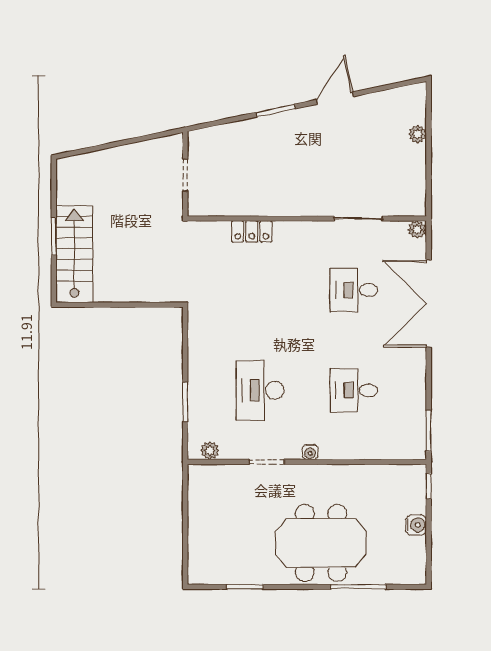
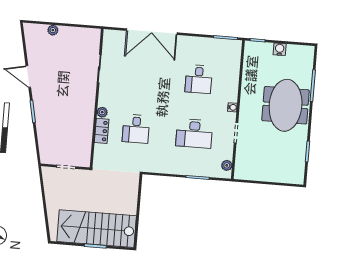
plant: (417, 230) -> (102, 112), moved
stairs: (74, 254) -> (97, 229), width x1.36, depth x1.51
desk: (354, 290) -> (136, 129), moved

